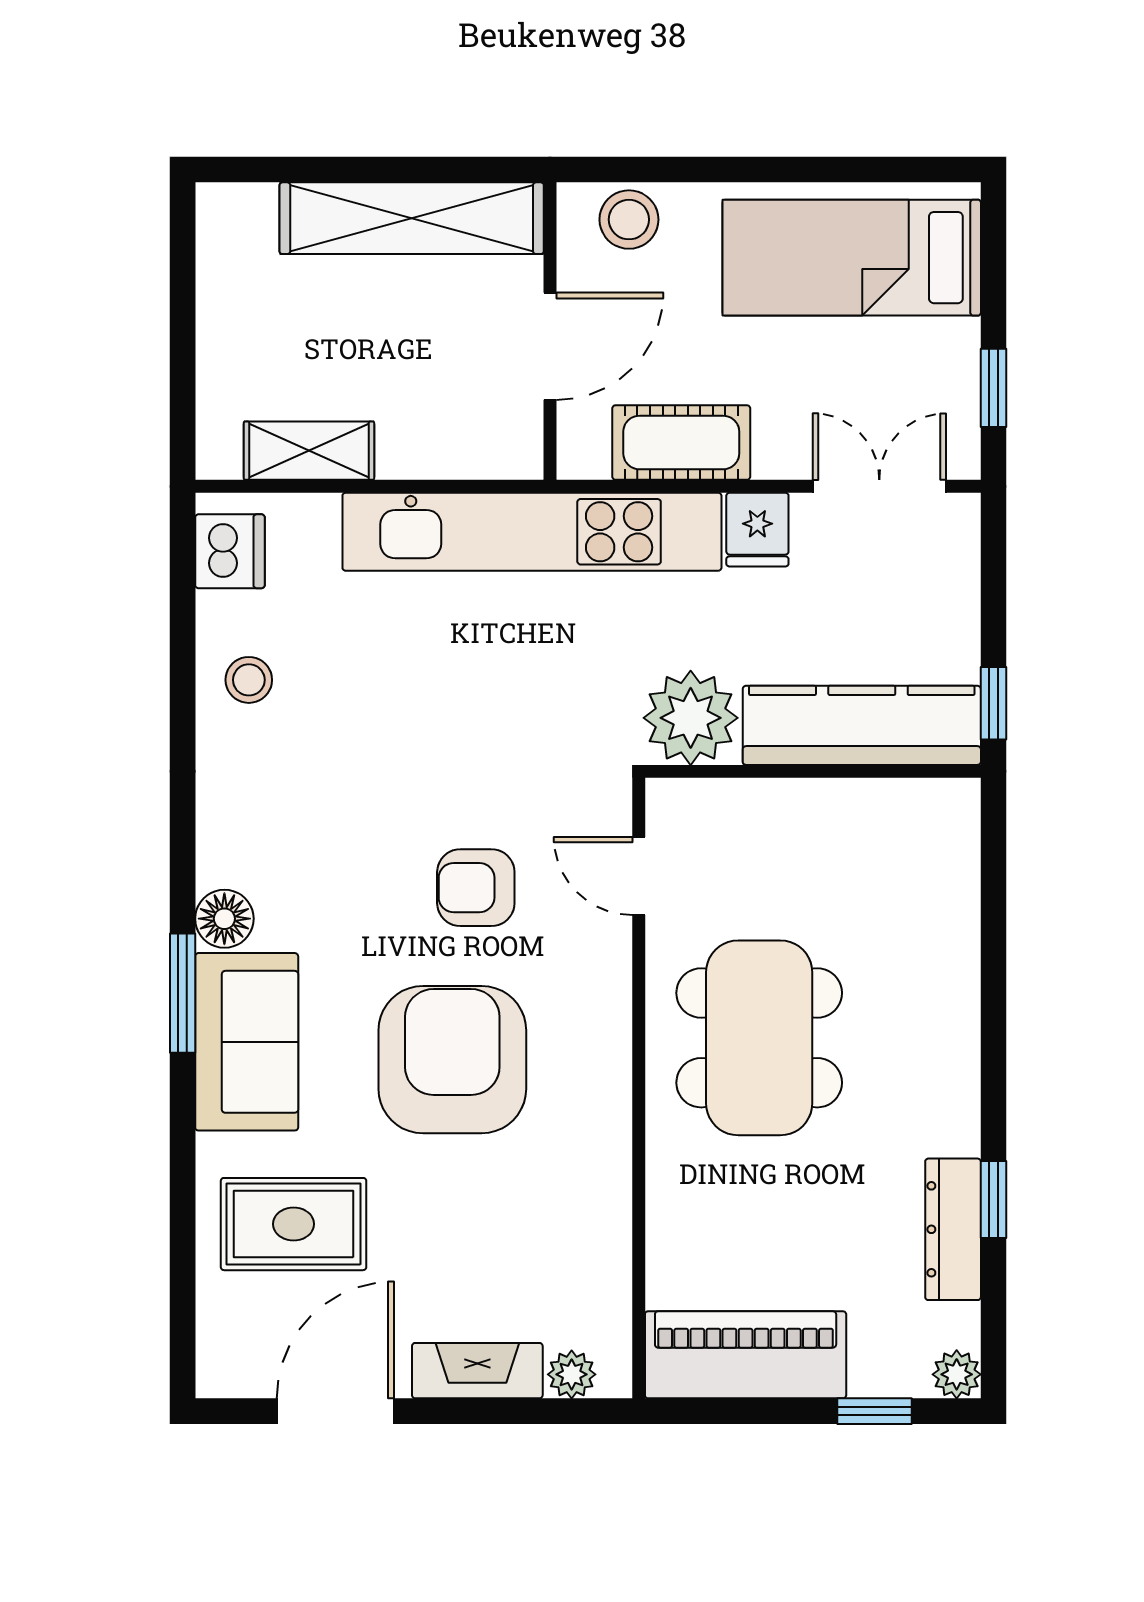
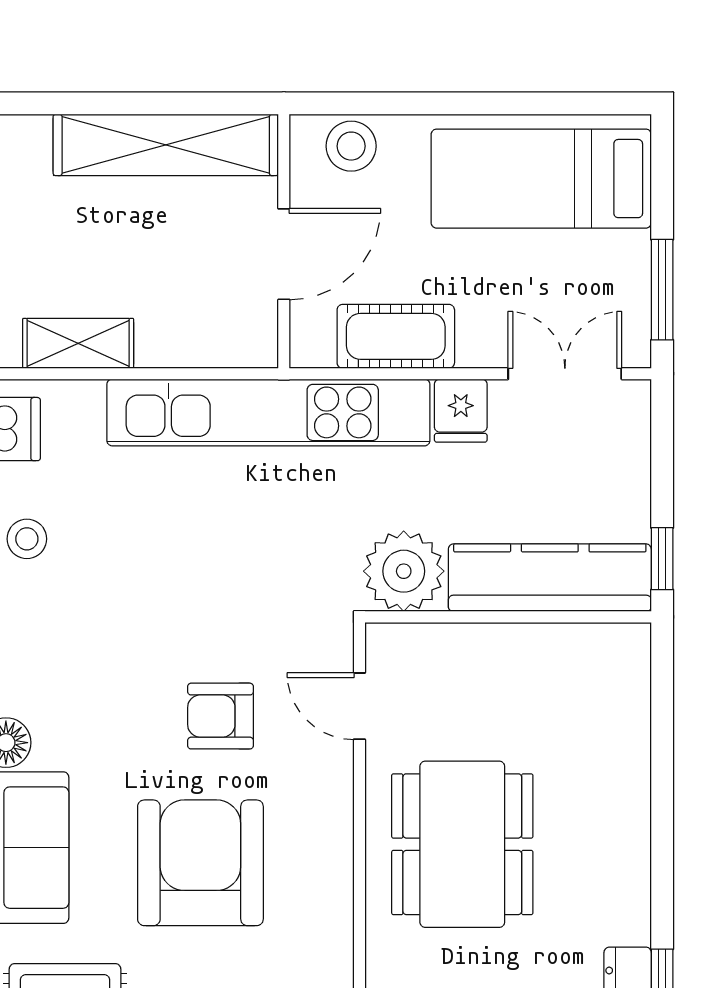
window: (993, 388) -> (662, 290), width x1.50

